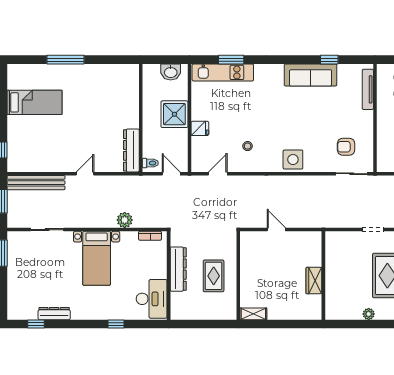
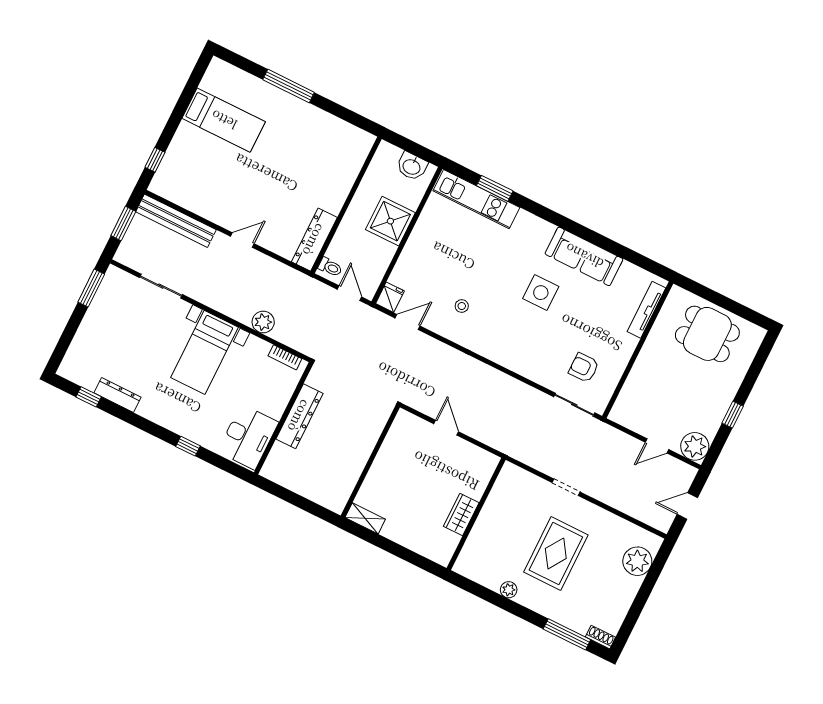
window: (329, 60) -> (617, 249), removed
fridge: (200, 128) -> (390, 297), moved, turned -90
side table: (293, 160) -> (541, 293), moved
rug: (214, 276) -> (339, 446), removed

